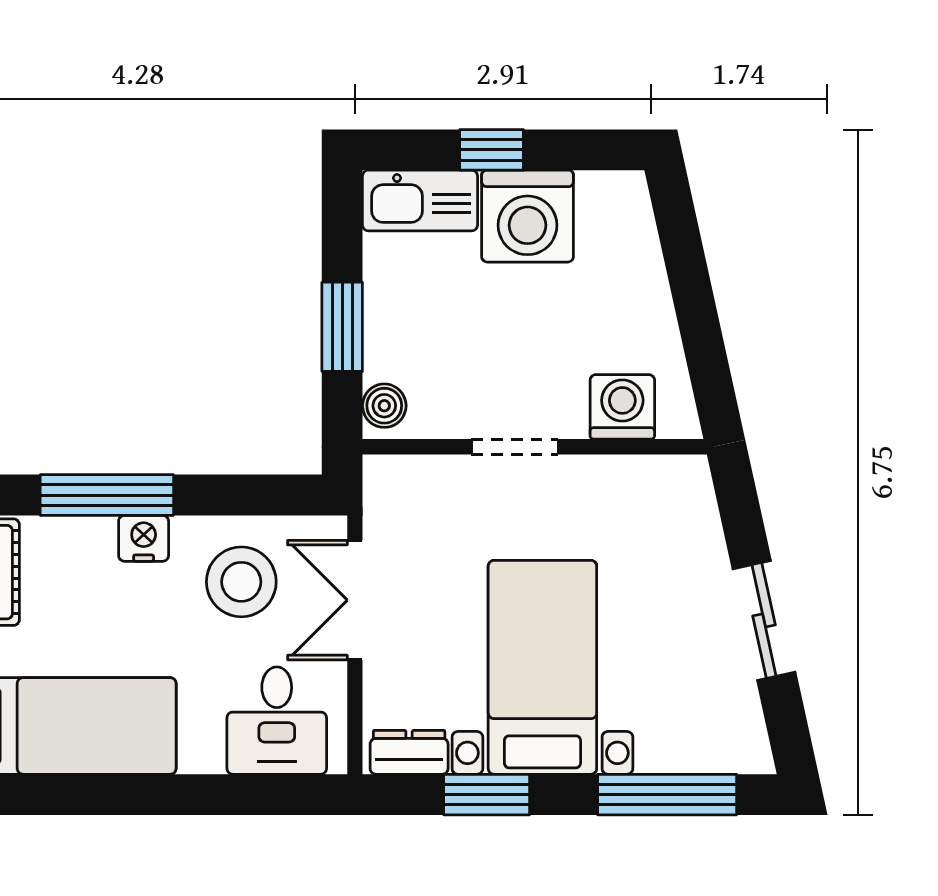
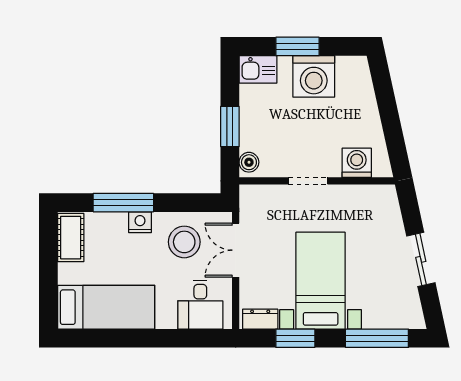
window: (492, 150) -> (297, 46), width x1.50
kitchen sink: (420, 200) -> (258, 69), width x0.73

